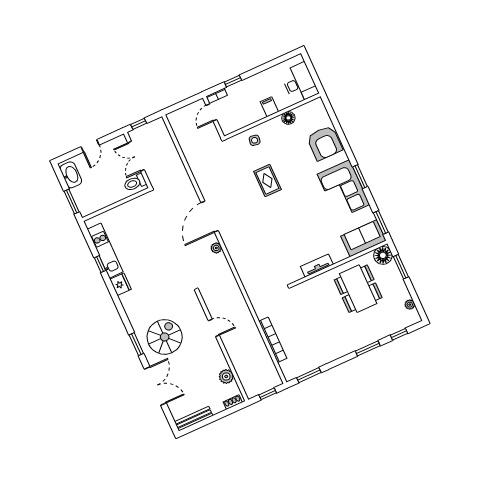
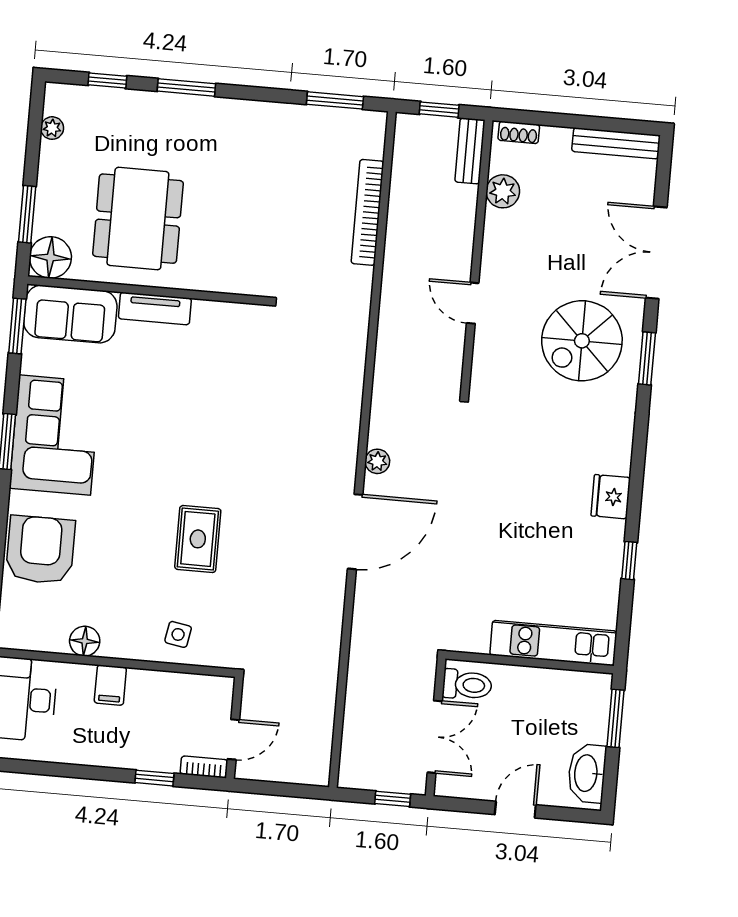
kitchen unit: (105, 251) -> (553, 643), moved, turned 90
tv unit: (317, 265) -> (155, 309), moved
bench: (247, 385) -> (470, 151), added

